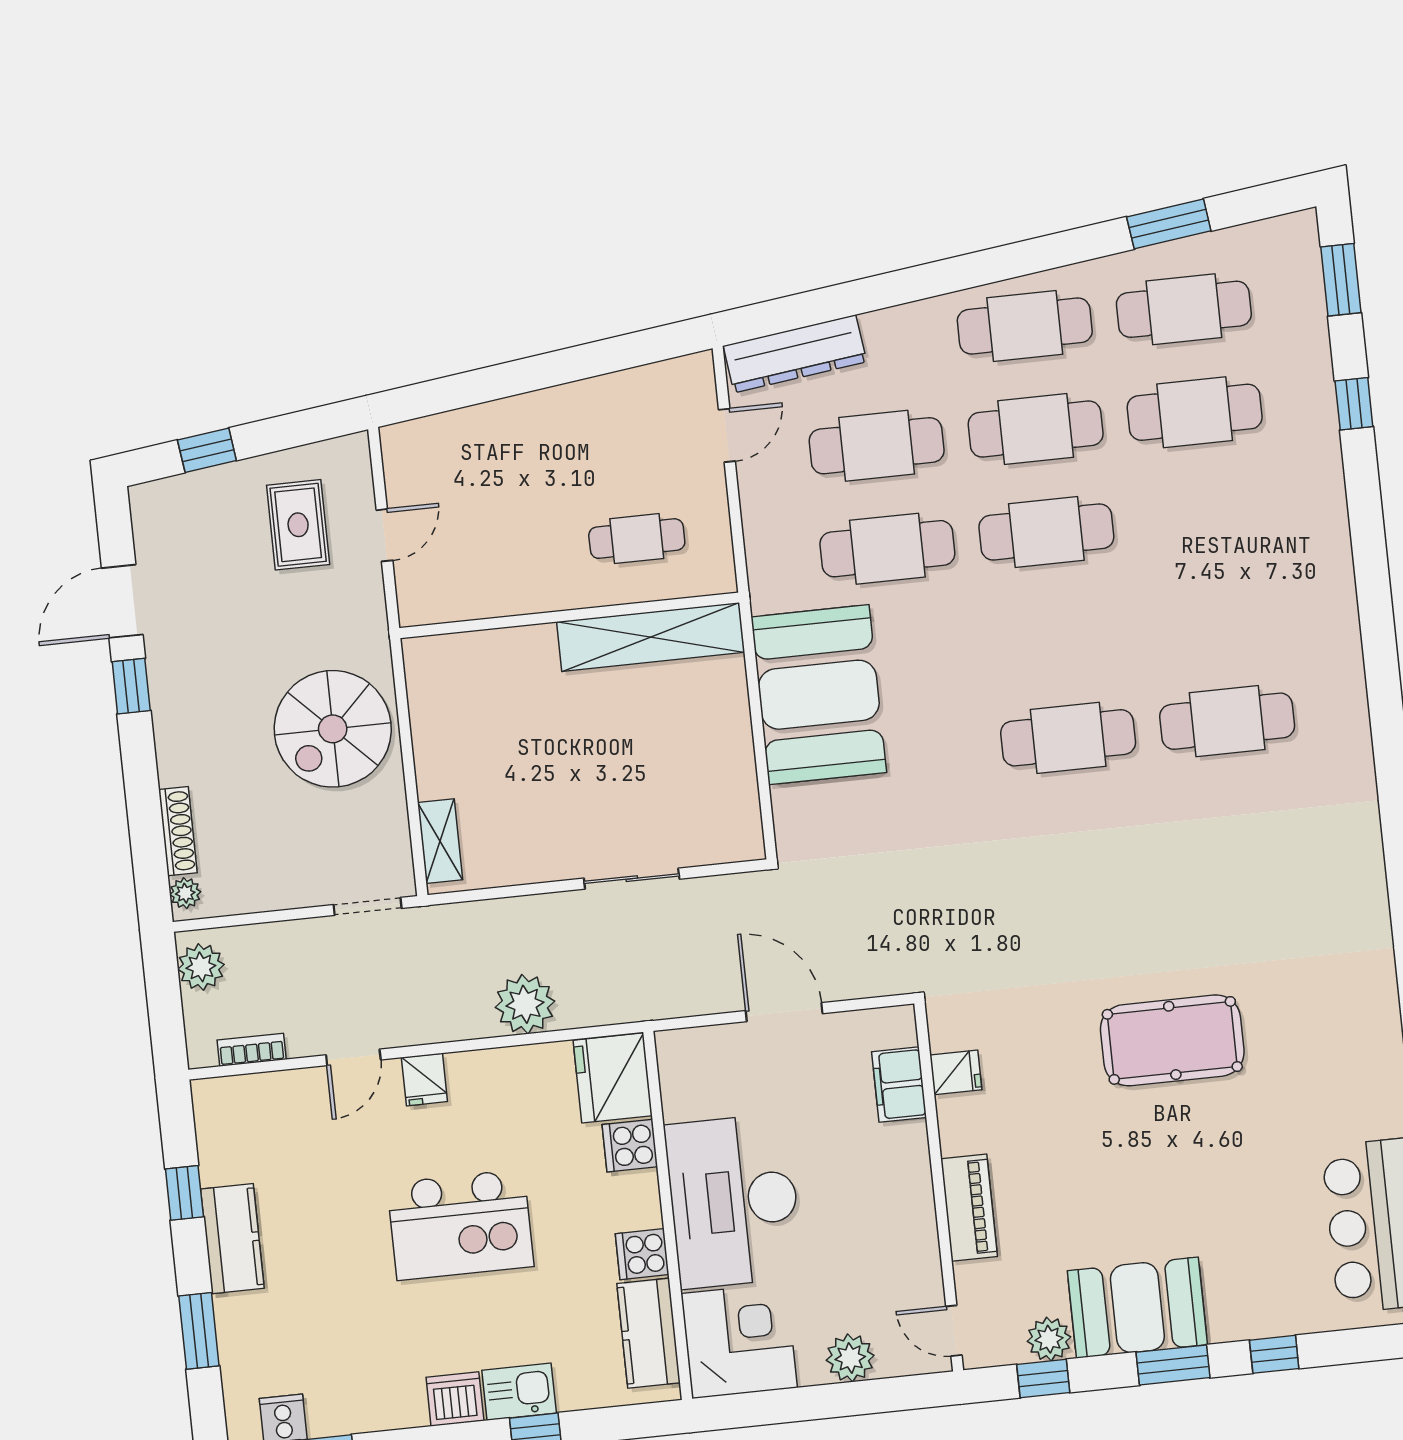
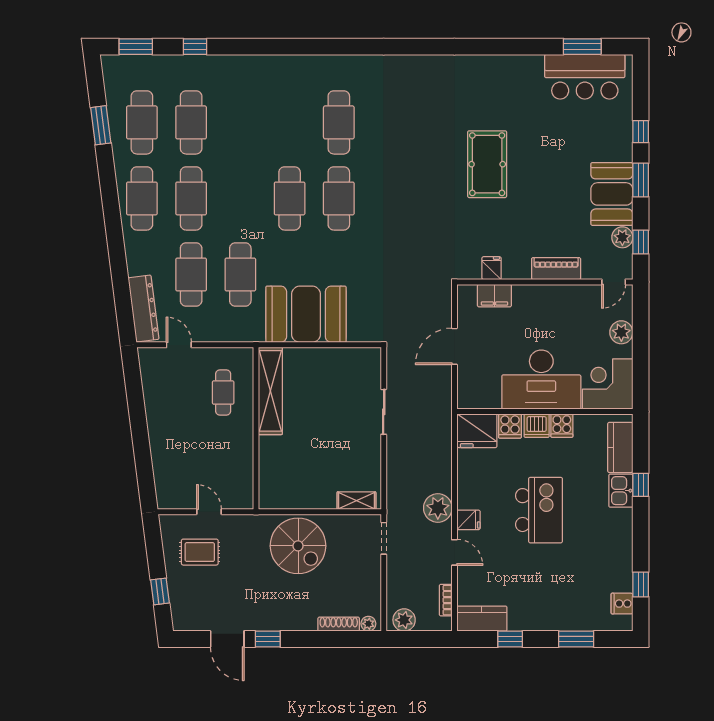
cafe table: (1046, 532) -> (290, 198), moved
plant: (525, 1004) -> (438, 508), moved
kitchen counter: (232, 1239) -> (482, 619), moved
kitchen counter: (649, 1333) -> (620, 447), moved, turned 90
dishwasher: (455, 1399) -> (537, 426), moved, turned -90

